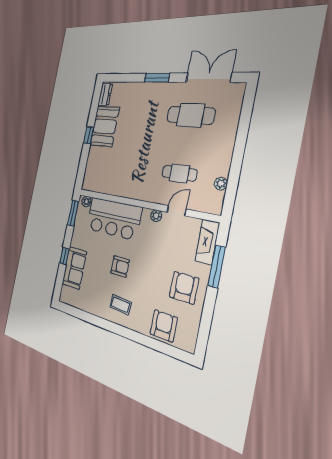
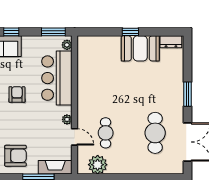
plant: (221, 184) -> (98, 165), width x1.87, depth x1.87
armchair: (120, 266) -> (17, 95), turned 180

